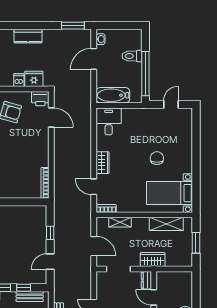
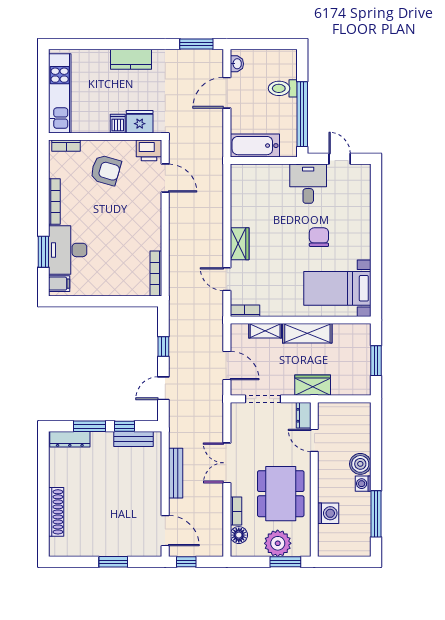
door: (171, 104) -> (340, 159), hinge flipped
desk: (109, 121) -> (308, 184), moved
shelving: (166, 224) -> (307, 333), moved

